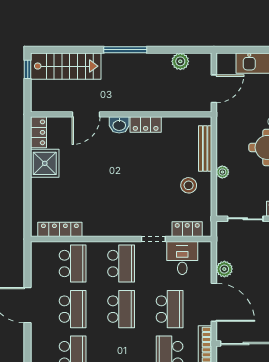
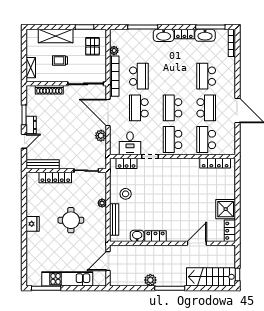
plant: (180, 61) -> (150, 280), moved
washbasin: (119, 125) -> (137, 236), moved
school desk: (73, 309) -> (206, 108), turned 180

